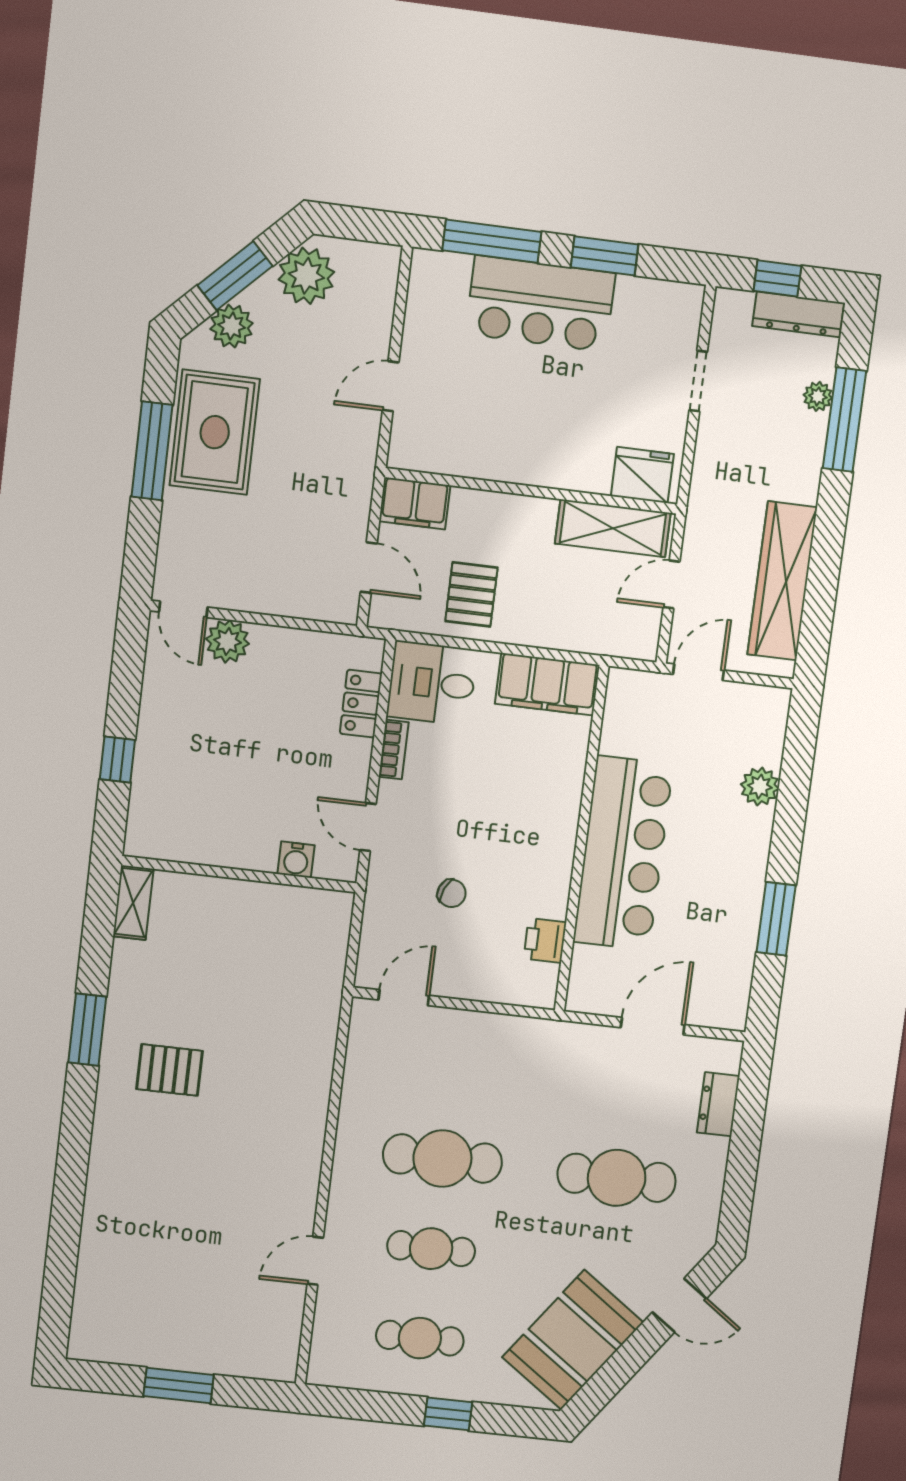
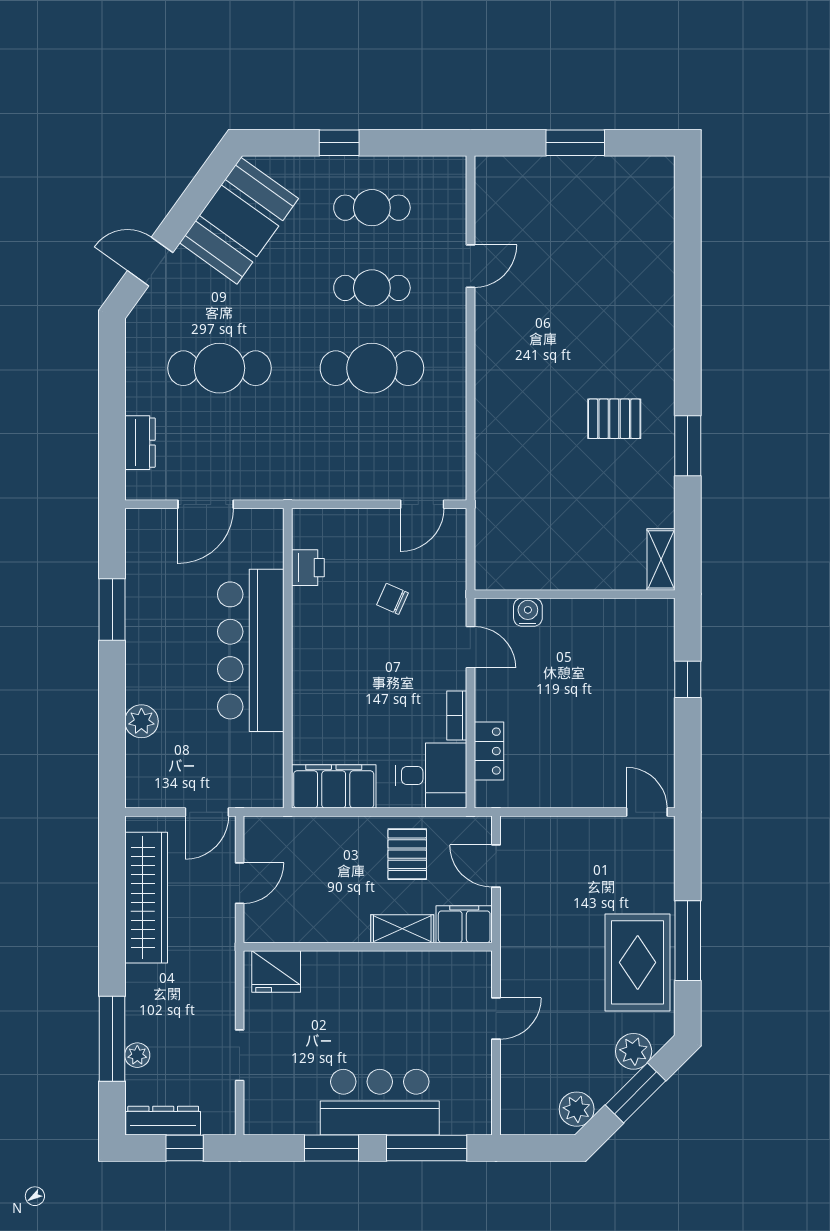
plant: (306, 276) -> (577, 1109), width x0.73, depth x0.73
shelving: (613, 528) -> (402, 929), moved, width x0.67, depth x0.75
plant: (228, 641) -> (607, 790), removed

